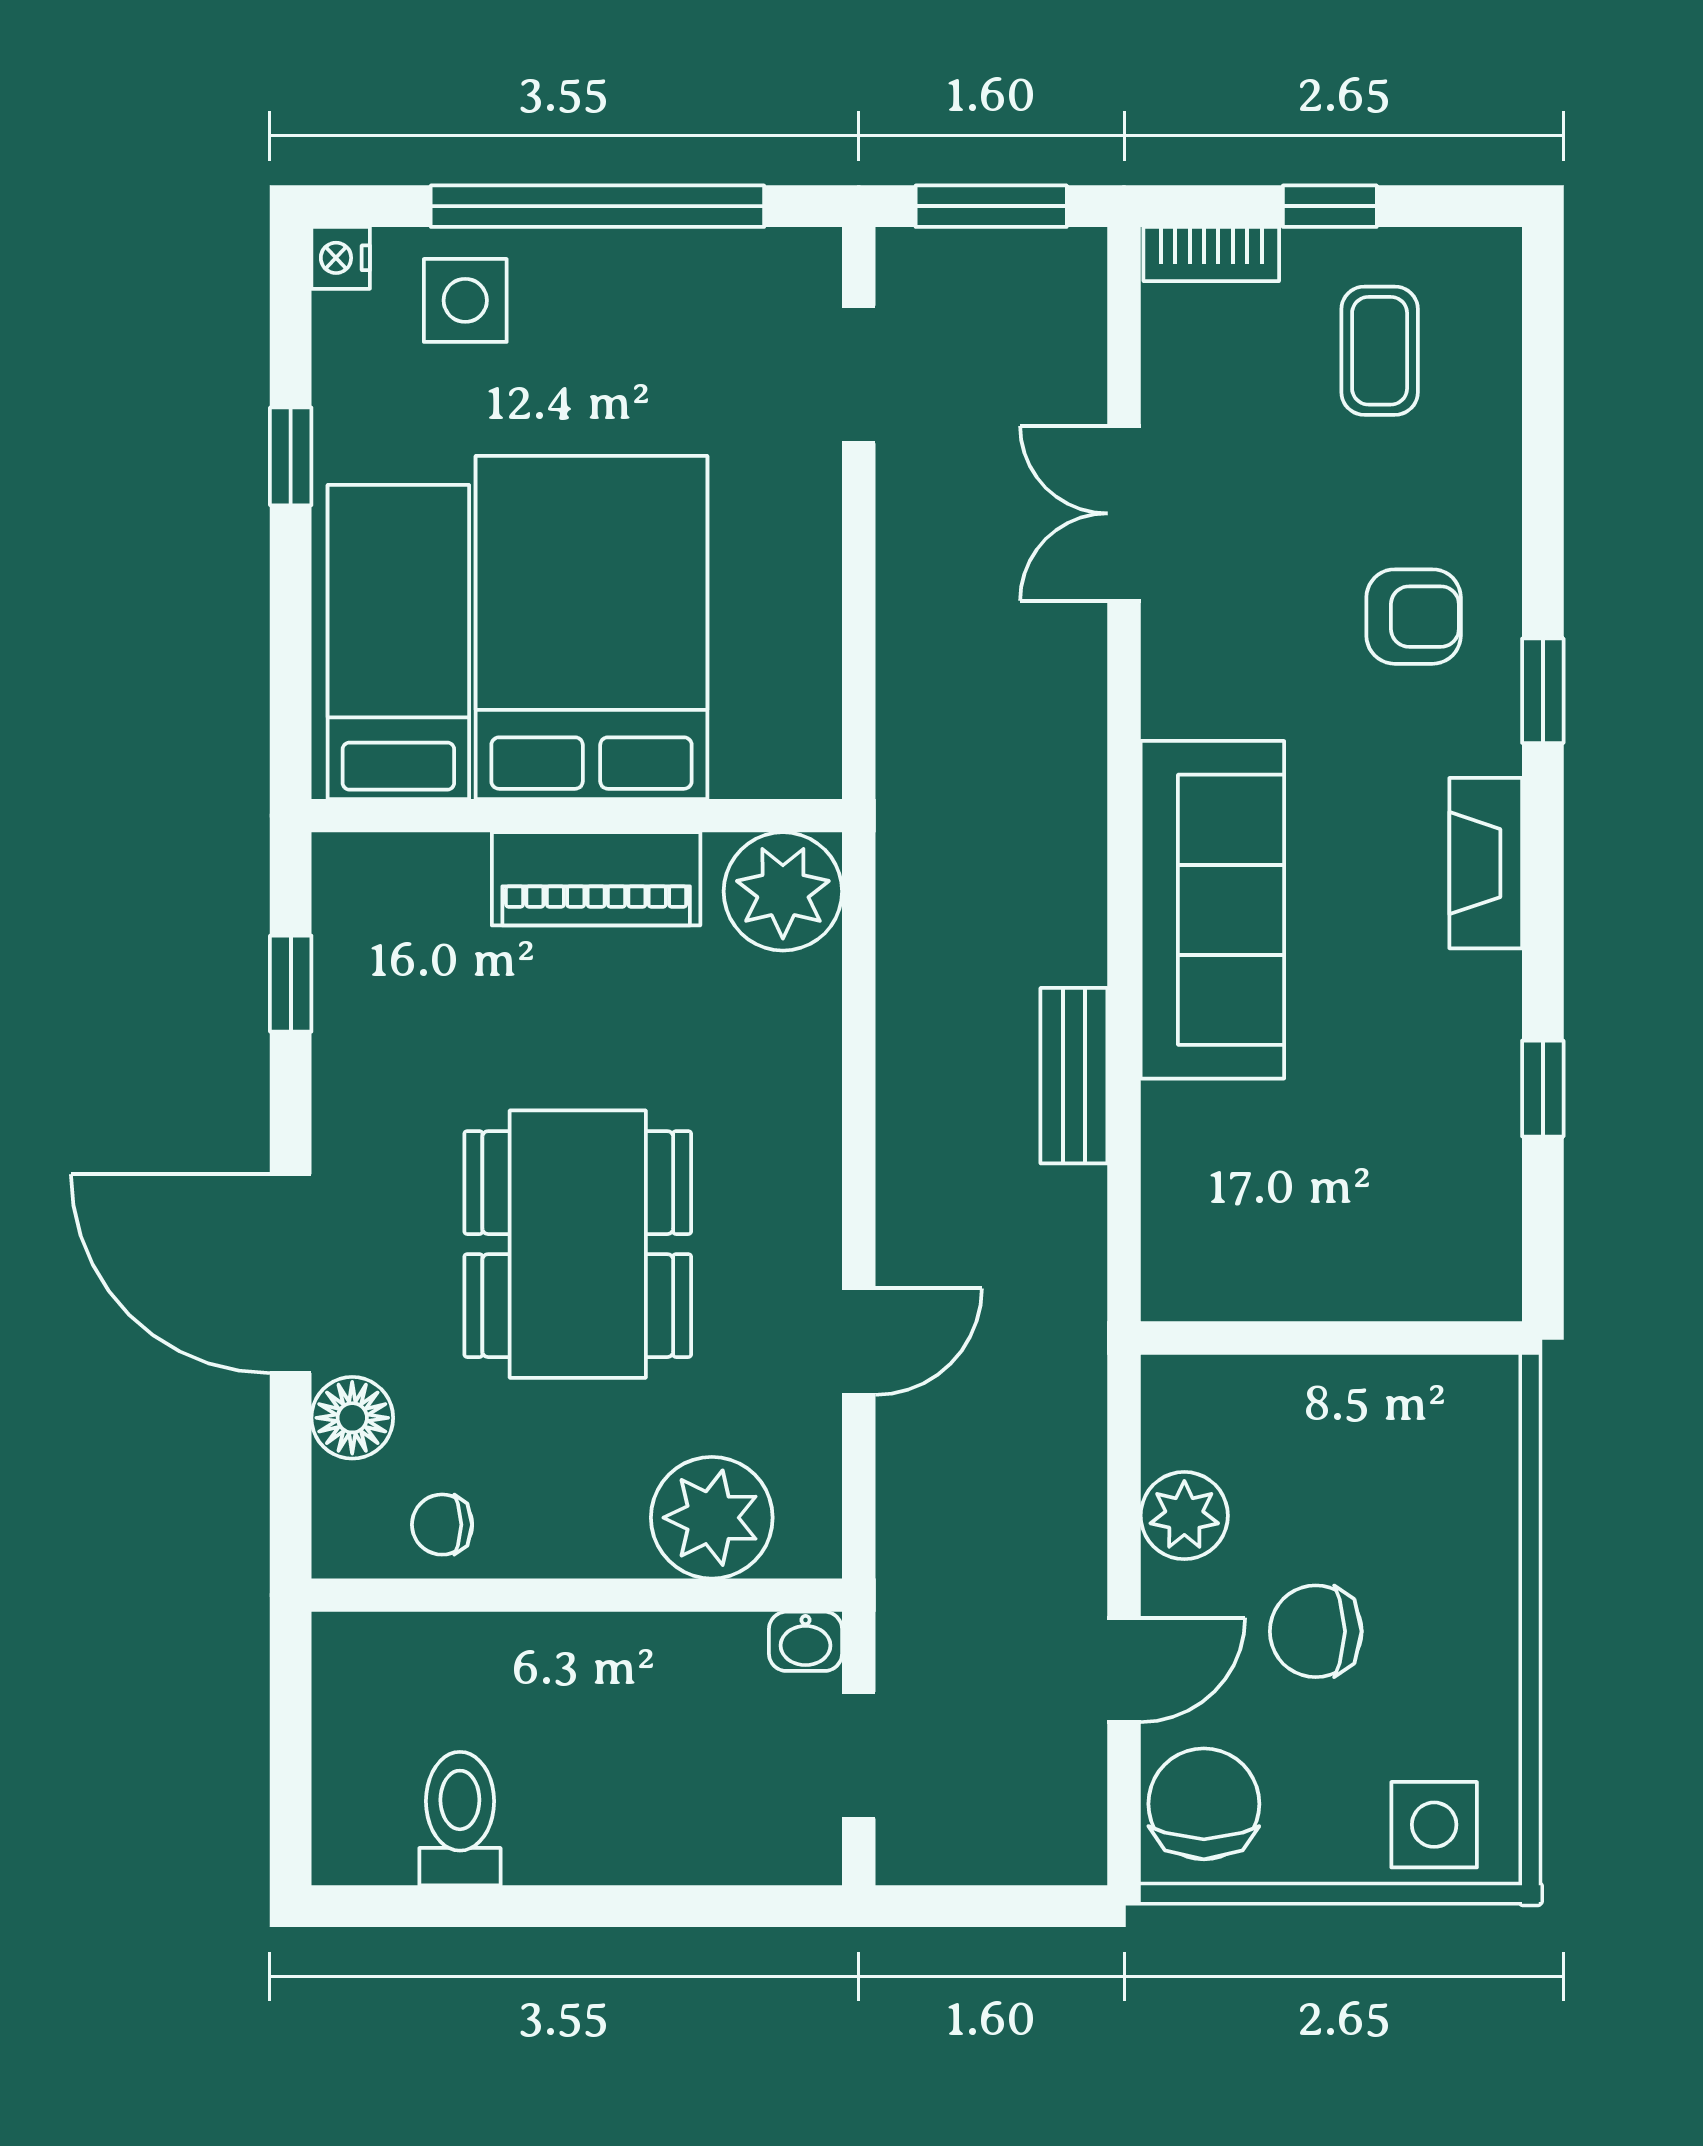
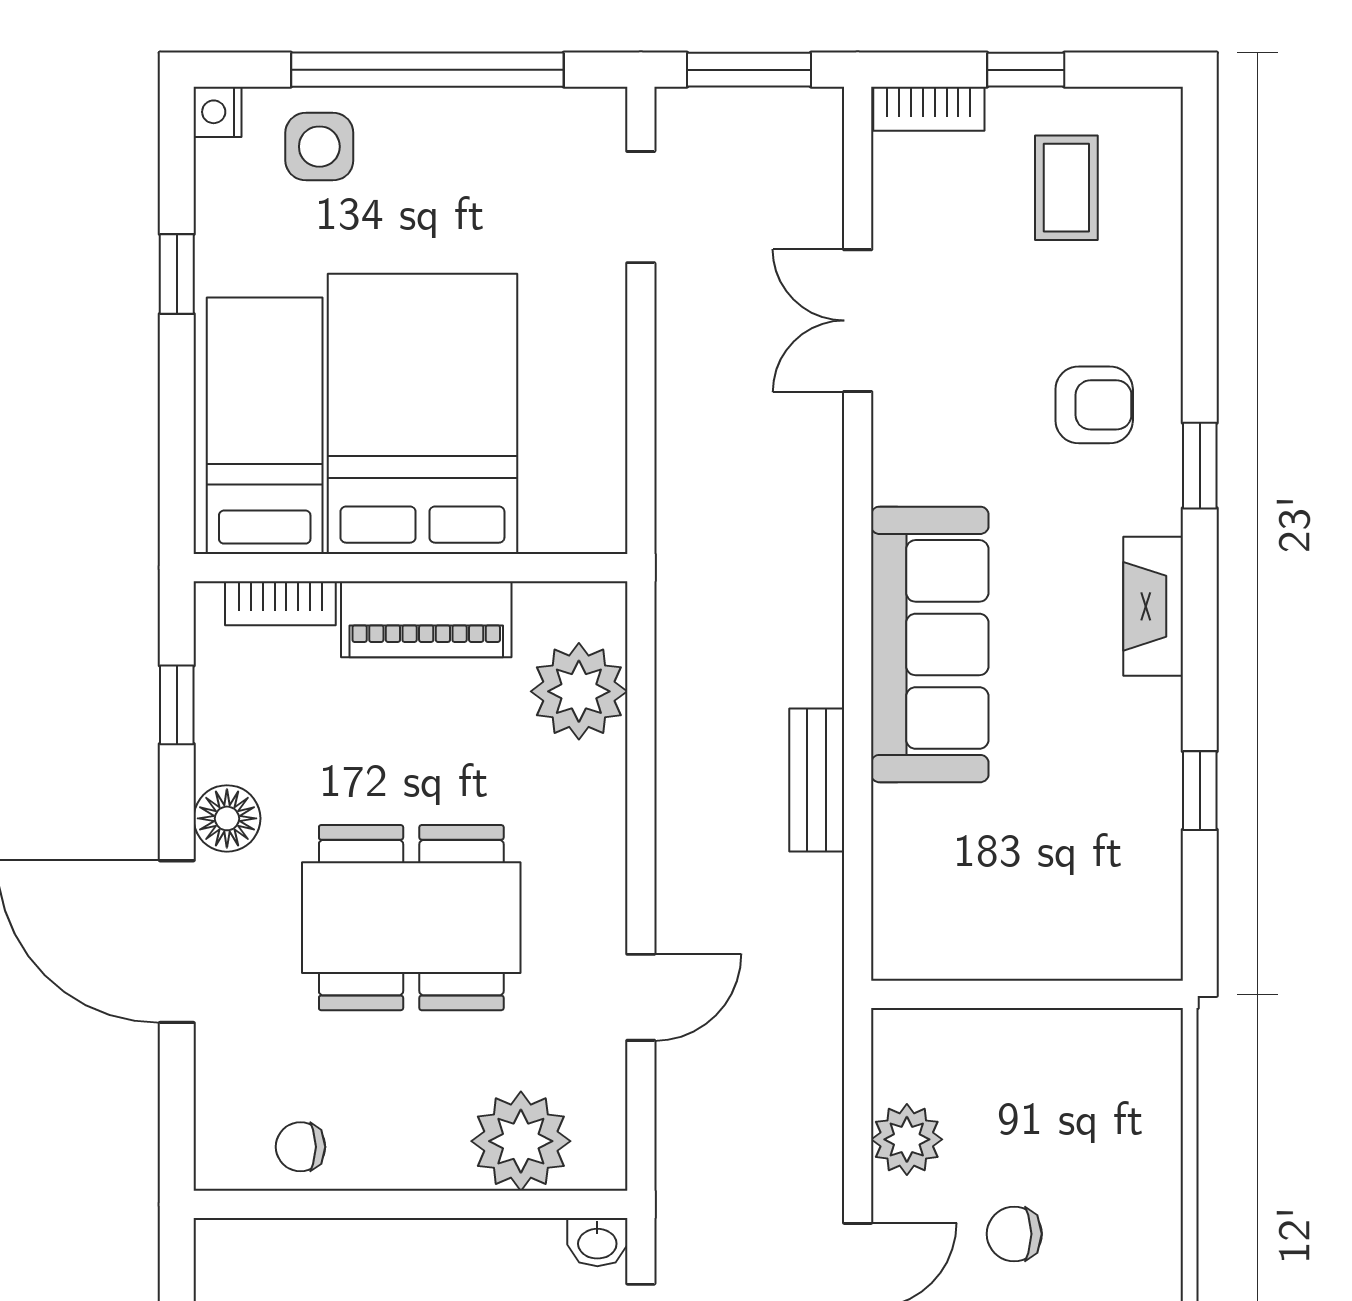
bookcase: (418, 859) -> (280, 603), added
plant: (783, 891) -> (579, 691), moved
dining table: (578, 1244) -> (411, 918), turned 90
floor lamp: (352, 1418) -> (227, 818), moved
chair: (1316, 1631) -> (1014, 1234), width x0.73, depth x0.73

